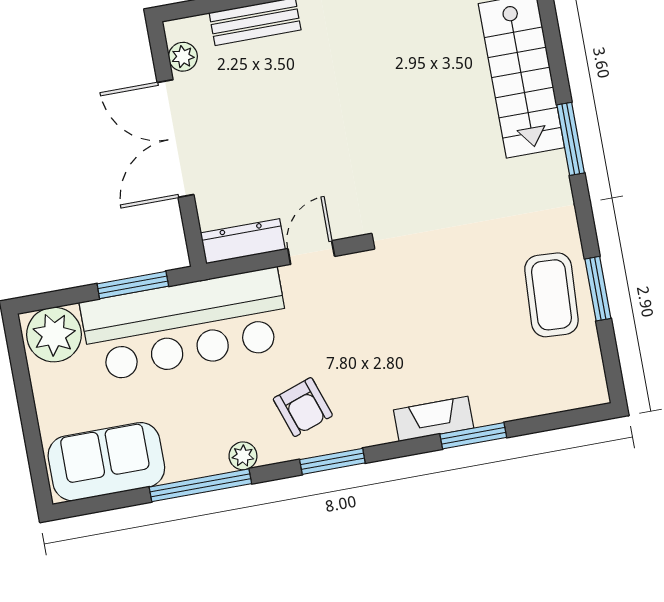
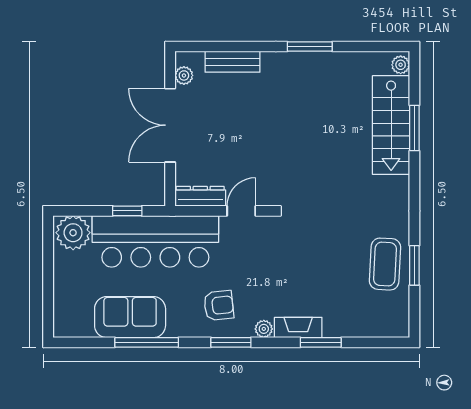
window: (571, 139) -> (414, 128), moved
window: (133, 285) -> (127, 211), width x0.67
armchair: (303, 407) -> (219, 305), turned -77
plant: (243, 456) -> (264, 329), moved
sofa: (106, 462) -> (130, 317), moved

